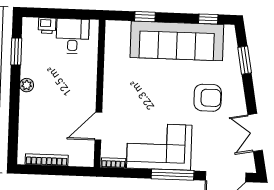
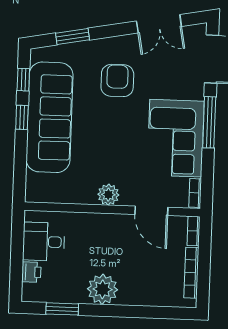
window: (145, 17) -> (22, 117), moved
plant: (27, 85) -> (103, 289), width x1.87, depth x1.87
plant: (112, 90) -> (108, 195), added
bookcase: (82, 162) -> (194, 231), added

